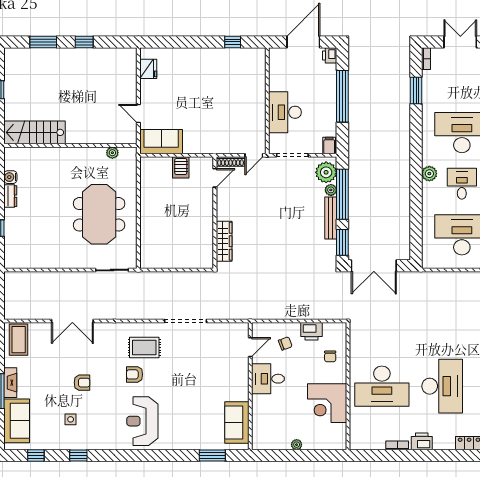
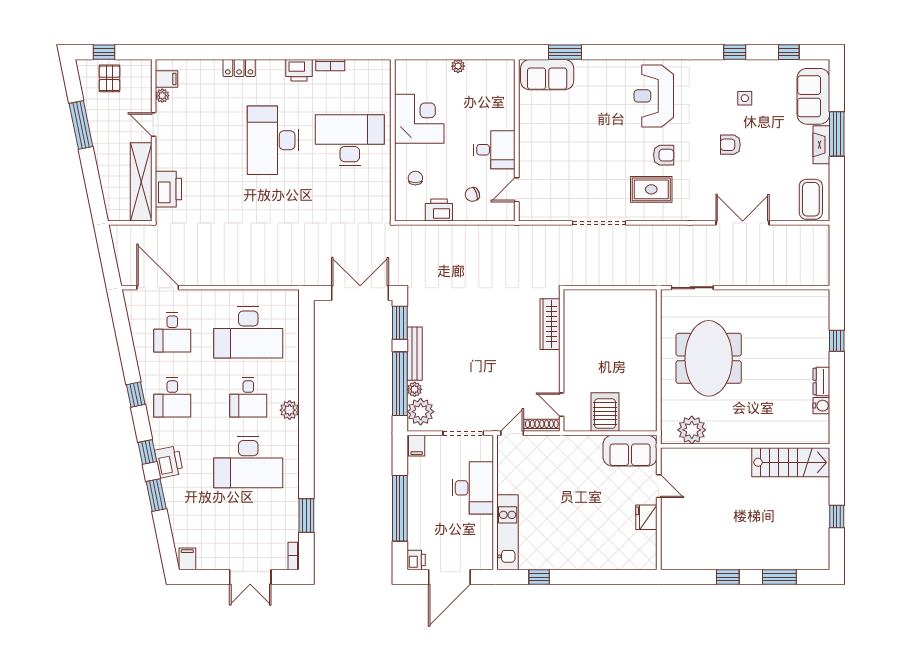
fridge: (148, 69) -> (646, 517), moved
kitchen unit: (258, 77) -> (508, 532), added
plant: (112, 153) -> (692, 430), width x1.88, depth x1.88
server rack: (181, 167) -> (605, 412), width x1.36, depth x1.44
door: (215, 178) -> (562, 405), hinge flipped
reception desk: (142, 421) -> (654, 96), turned 180
sofa: (237, 423) -> (547, 75), moved, turned 90

